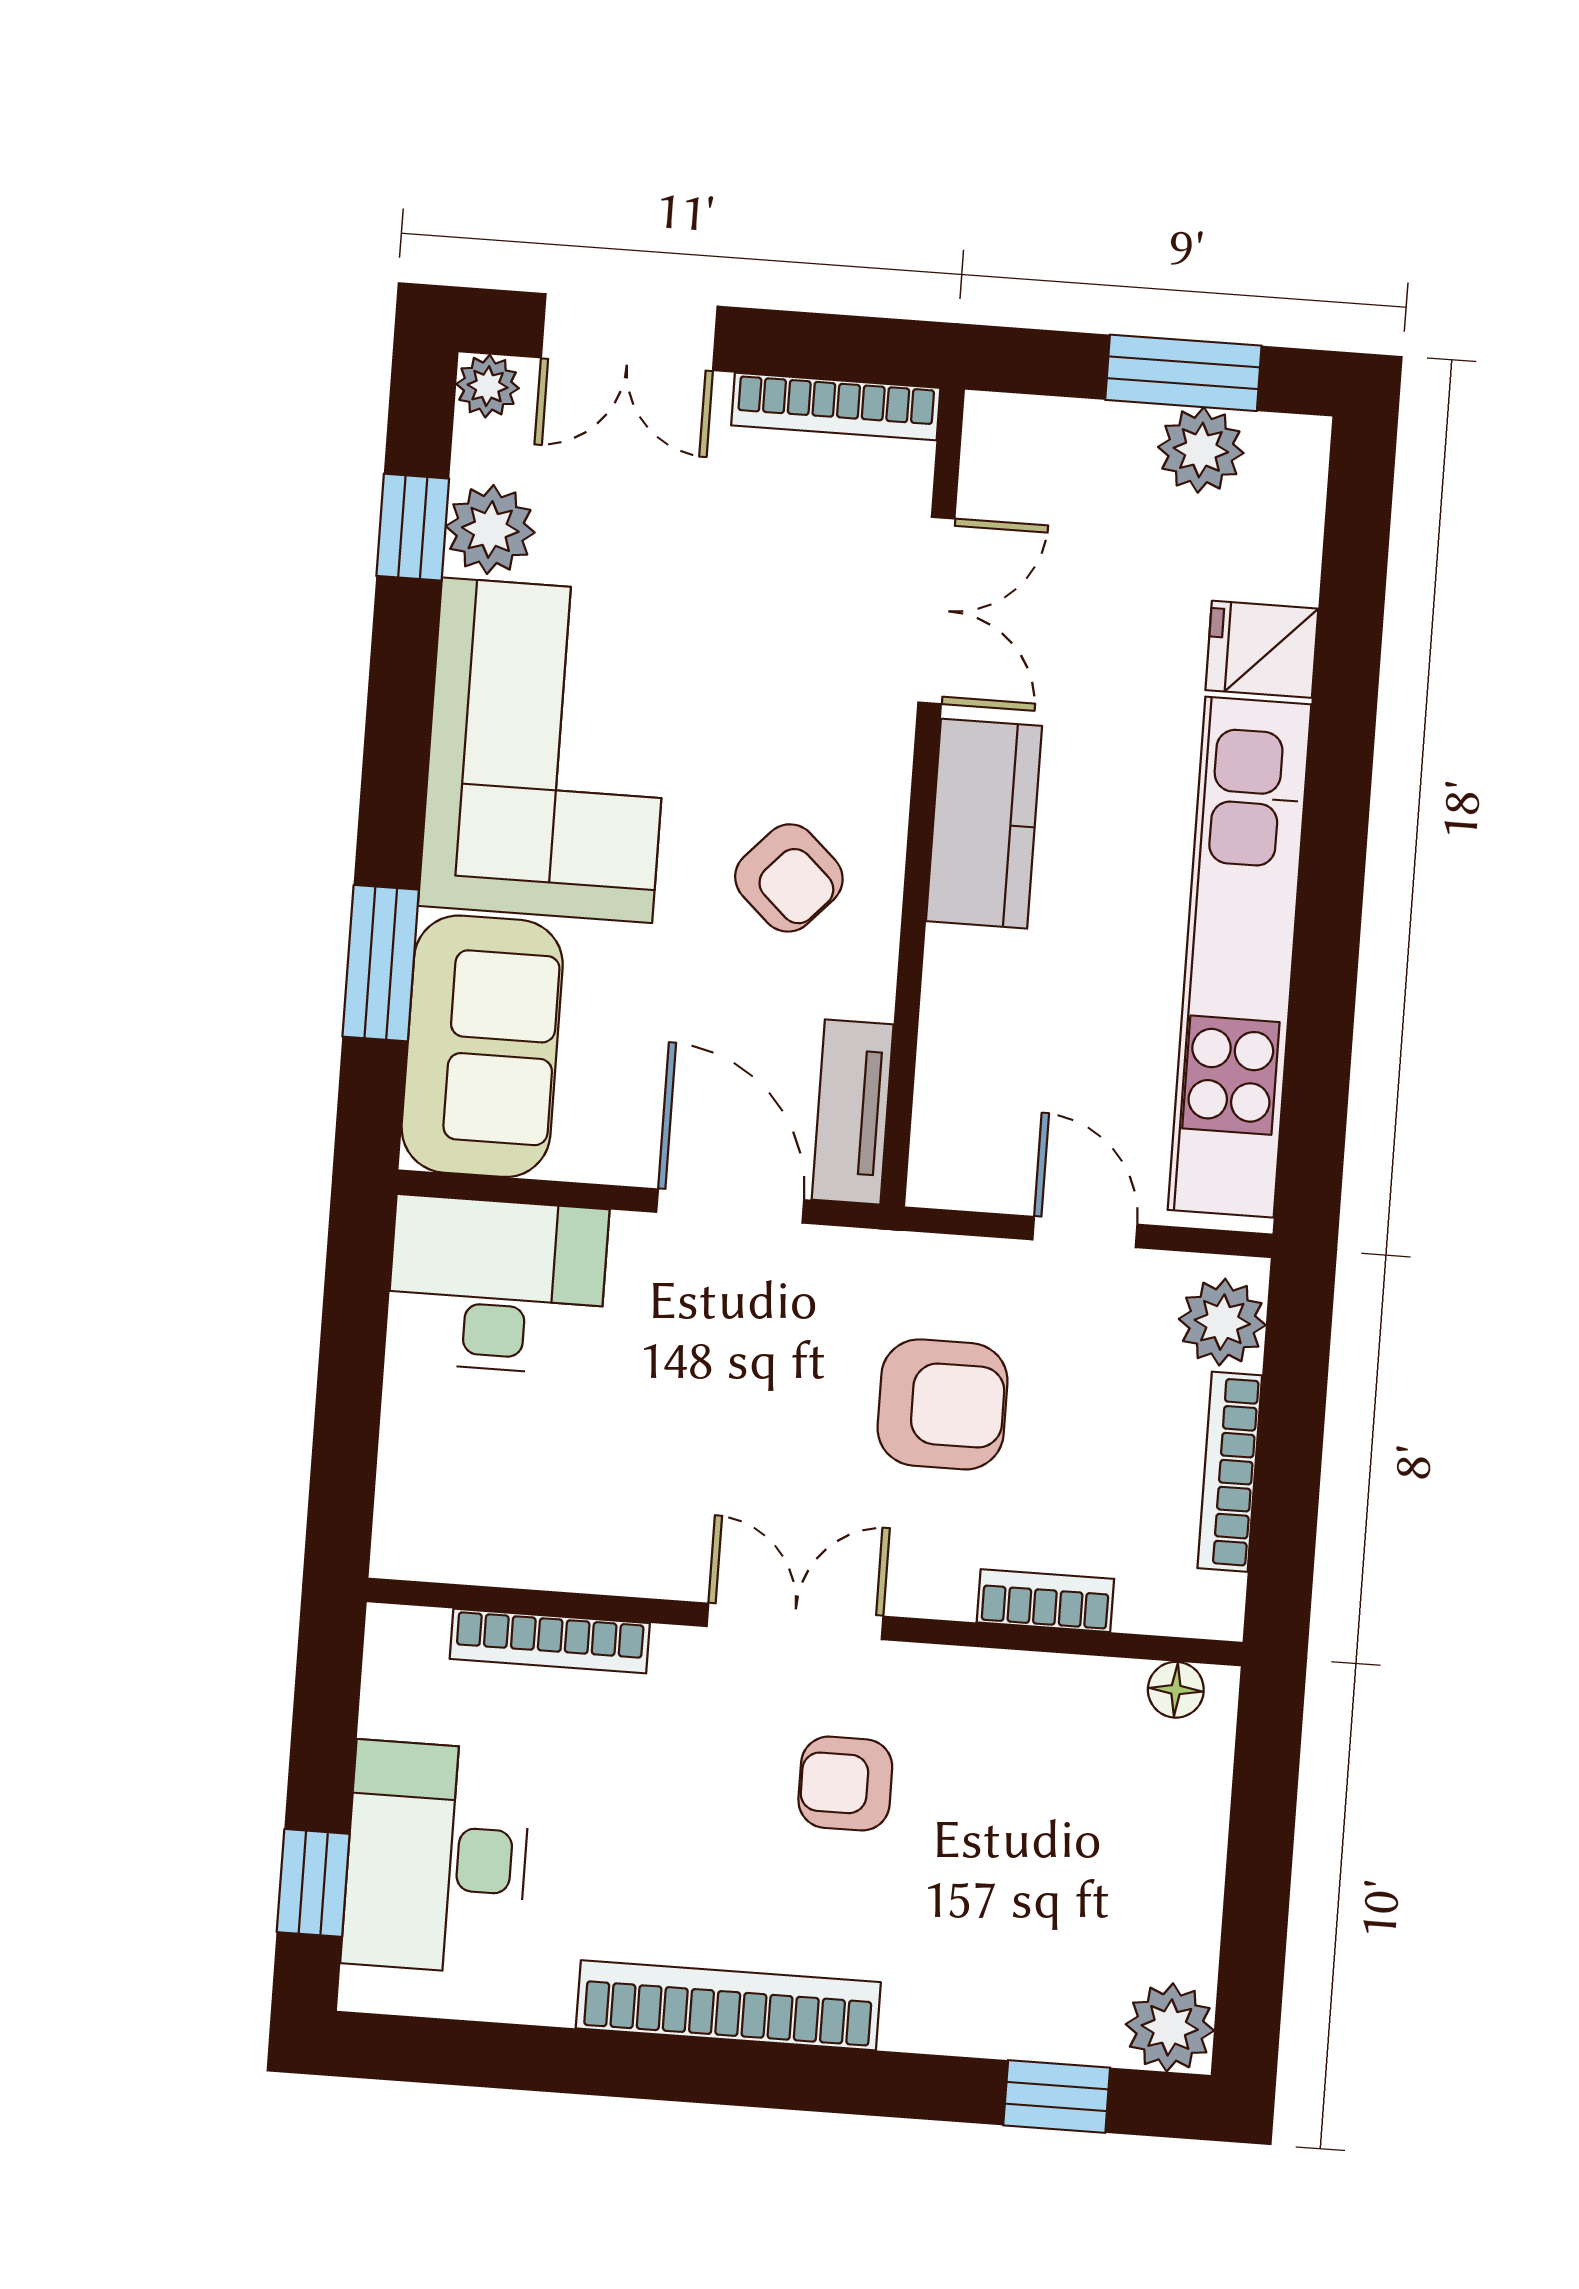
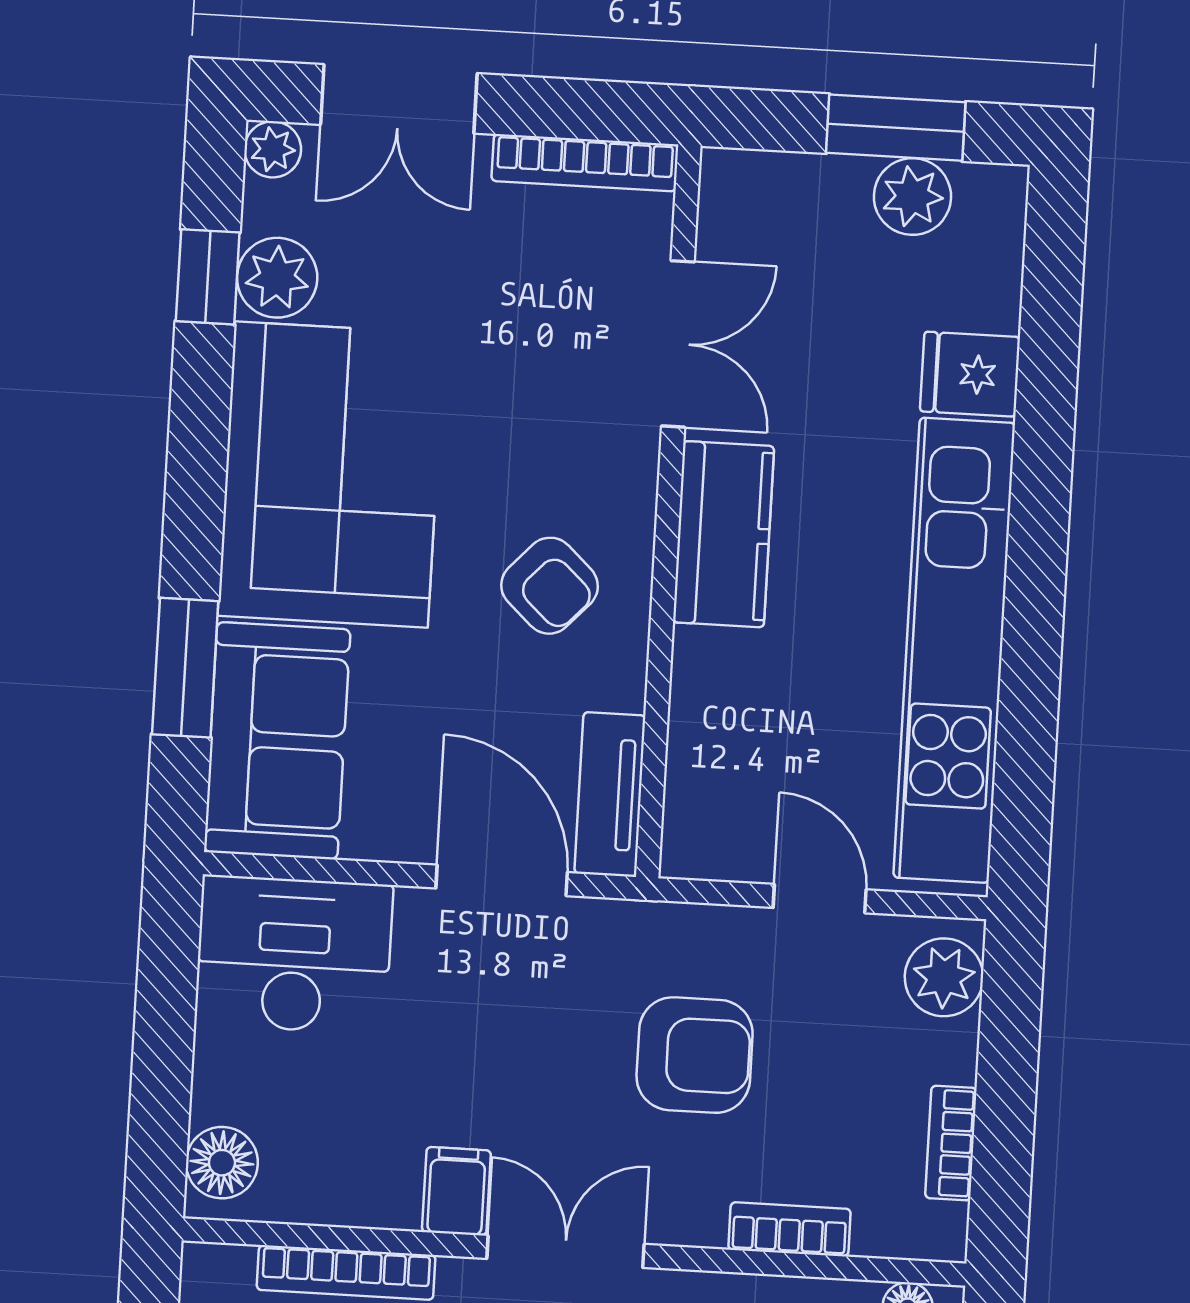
bookcase: (1230, 1472) -> (951, 1143), width x0.64
floor lamp: (413, 1516) -> (222, 1163), added
filing cabinet: (674, 1552) -> (456, 1191), added

